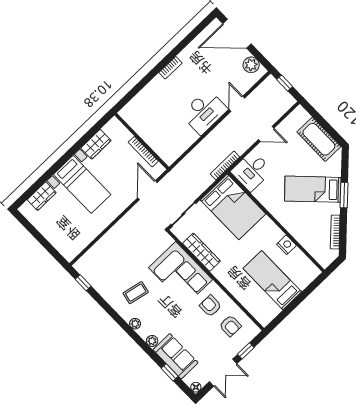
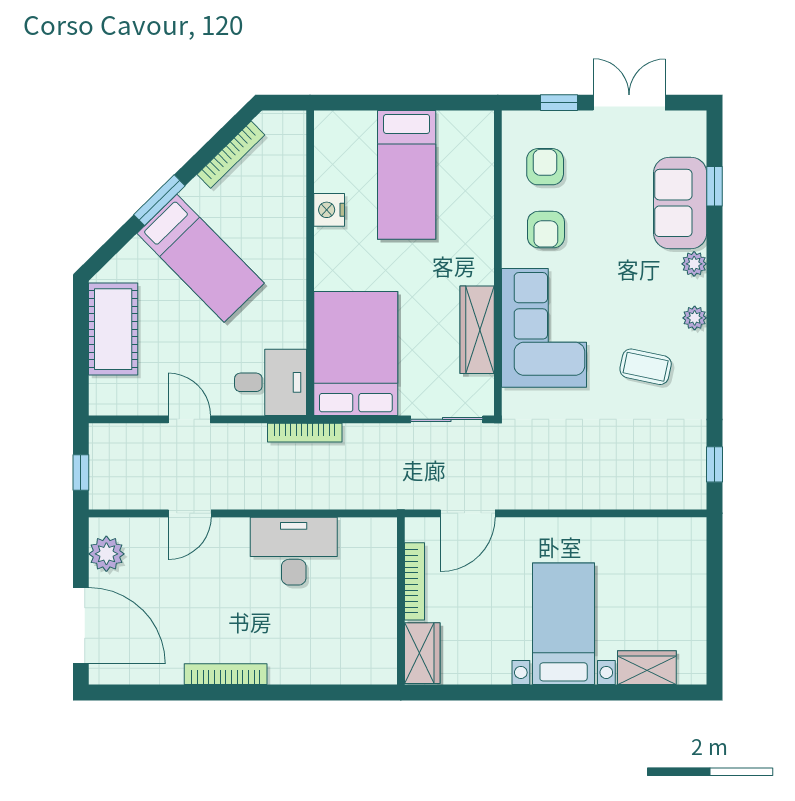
bookcase: (171, 68) -> (226, 674), width x1.56
desk: (204, 112) -> (294, 551), moved
wardrobe: (96, 144) -> (422, 653), moved, turned 90
floor lamp: (196, 387) -> (696, 122), removed

